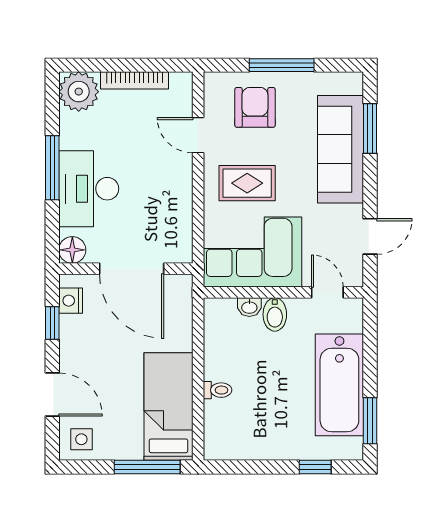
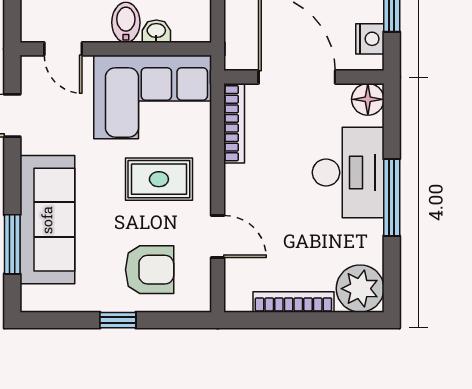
window: (282, 65) -> (118, 320), width x0.46
armchair: (255, 107) -> (150, 270), turned -90
bookcase: (184, 230) -> (234, 123), added

